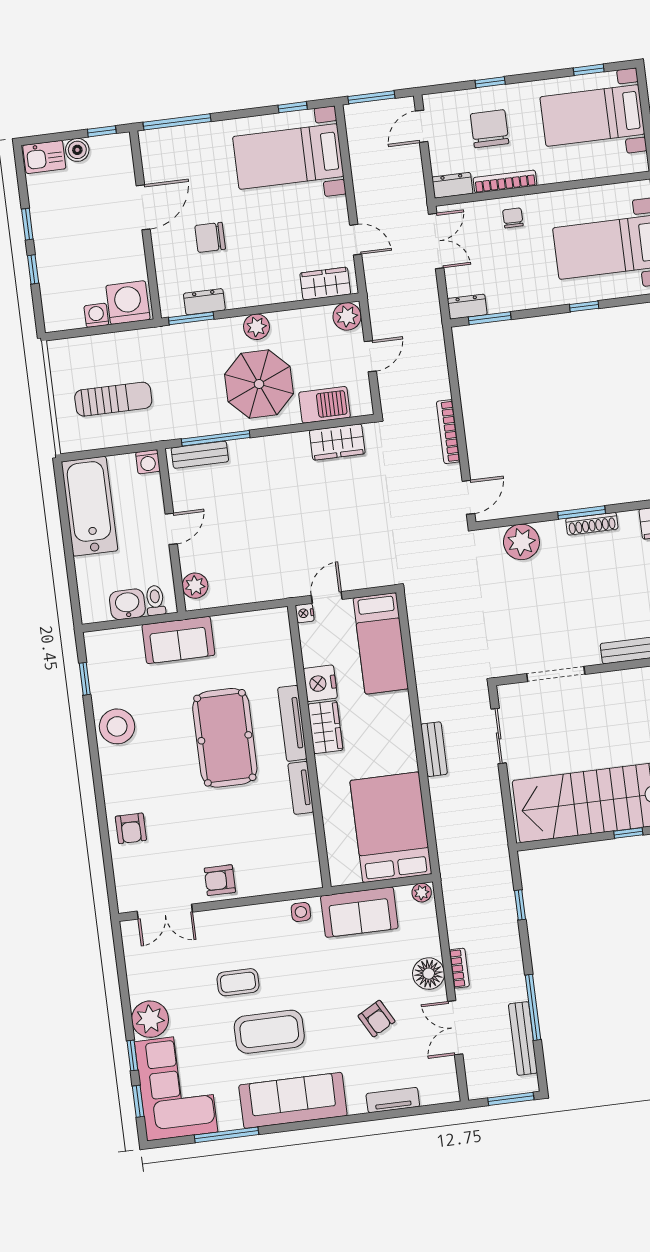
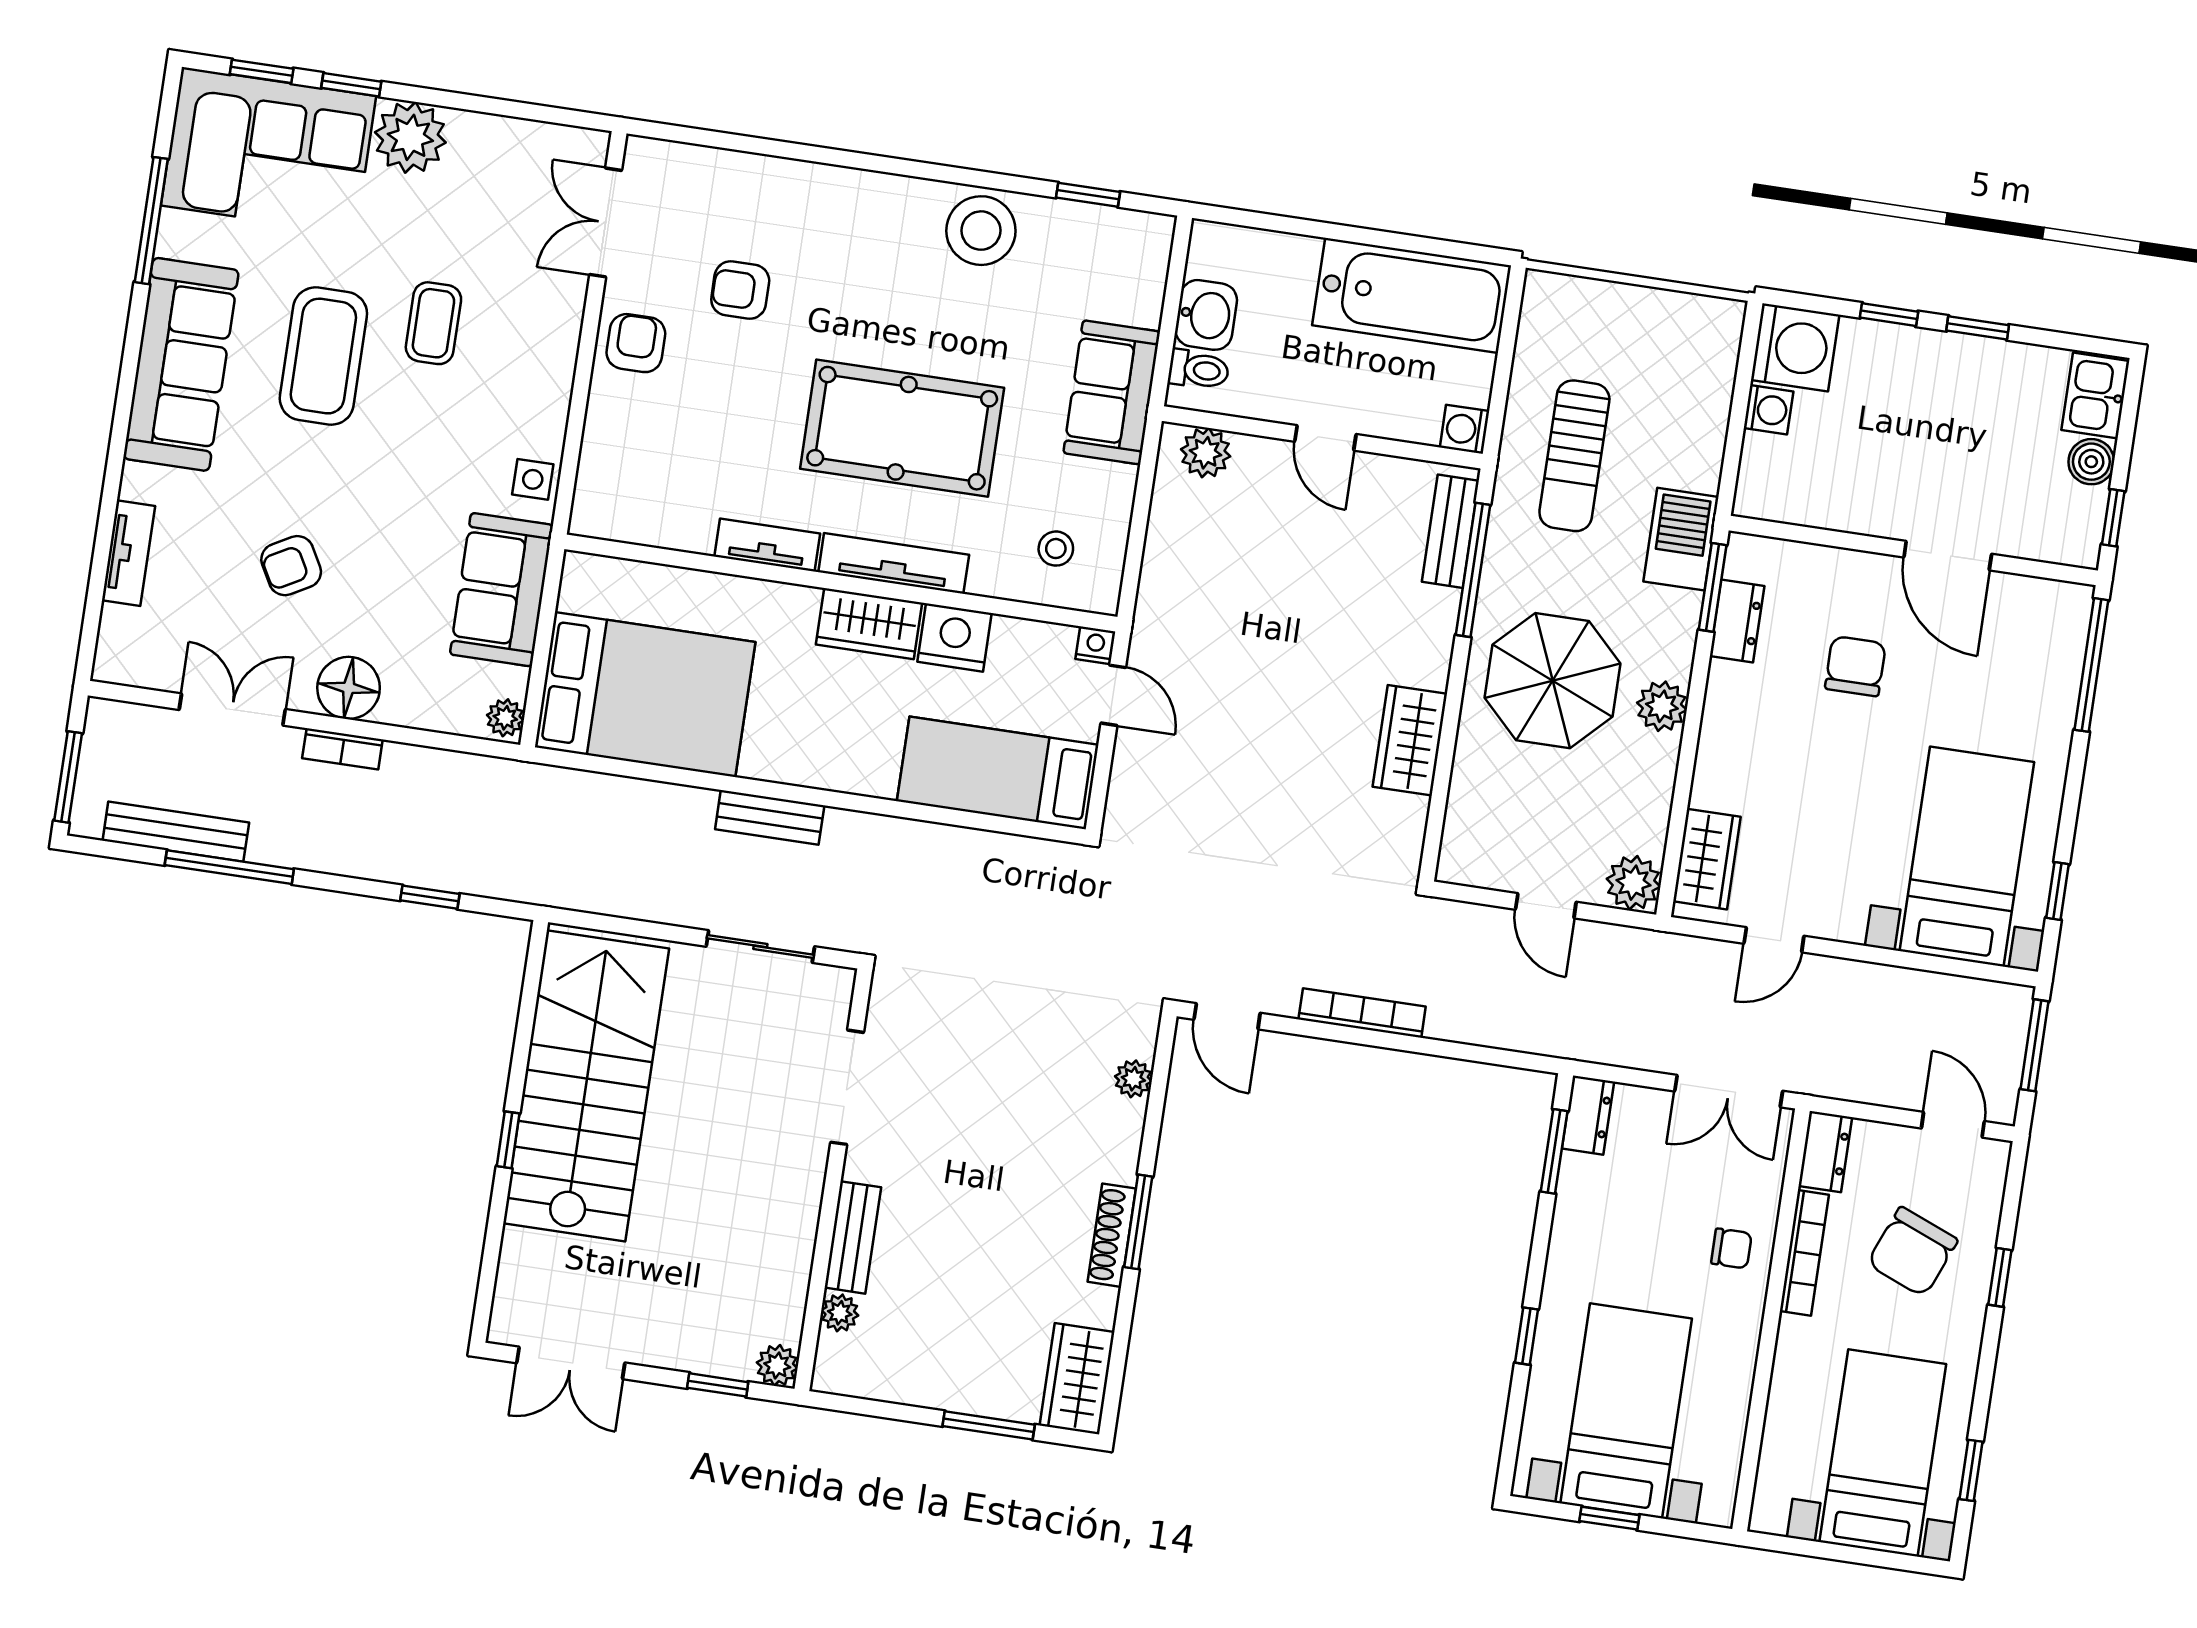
chair: (490, 129) -> (1912, 1252), turned 112
washing machine: (128, 303) -> (1795, 347), moved
sun lounger: (113, 399) -> (1574, 456), moved
barbecue: (325, 405) -> (1681, 539), moved, turned 180
wardrobe: (337, 442) -> (1410, 740), moved
plant: (521, 542) -> (1133, 1079), width x0.53, depth x0.53
stool: (263, 646) -> (1056, 549), added
armchair: (131, 828) -> (740, 290), moved

